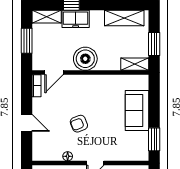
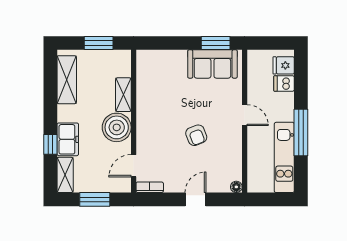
shelving: (135, 64) -> (123, 95), moved
door: (54, 73) -> (134, 166), swing flipped
sofa: (137, 110) -> (212, 64), moved
floor lamp: (68, 156) -> (236, 187), moved

